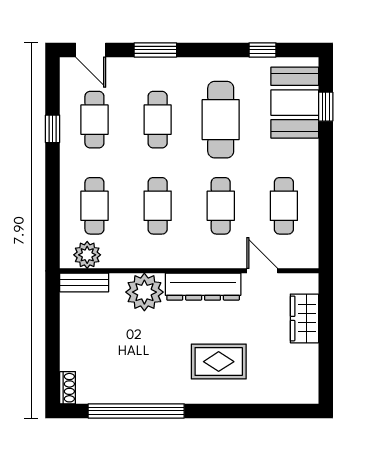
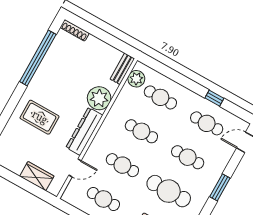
window: (155, 50) -> (220, 187), moved
rug: (219, 362) -> (40, 117), turned 90
shoe rack: (68, 388) -> (75, 30), width x1.43

